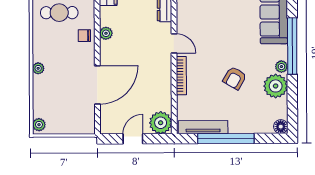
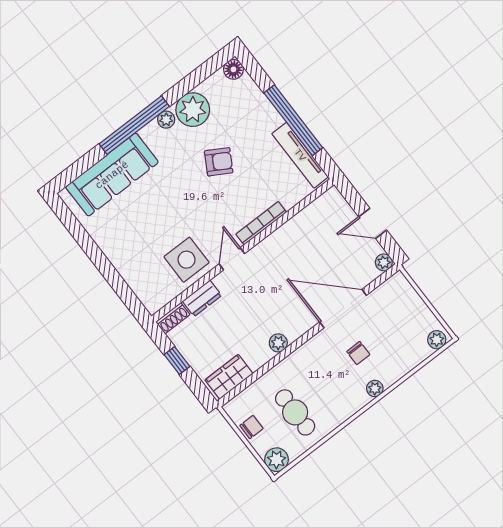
side table: (193, 17) -> (187, 260), added
chair: (84, 36) -> (358, 353), moved
plant: (161, 123) -> (384, 262), moved, width x0.53, depth x0.53

